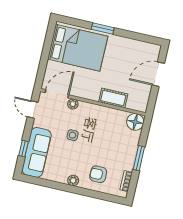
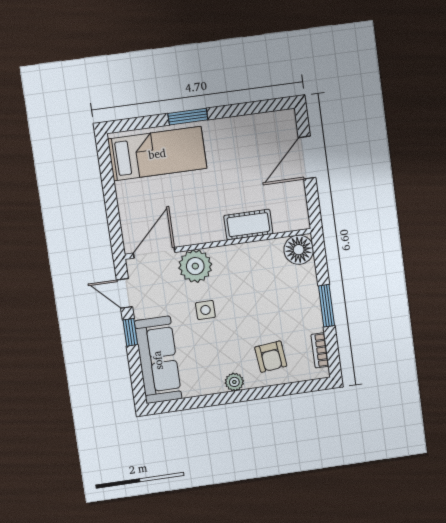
bed: (78, 48) -> (157, 154), width x0.67
plant: (73, 104) -> (195, 266), width x1.88, depth x1.88
window: (24, 149) -> (130, 332), moved
armchair: (98, 174) -> (271, 357), turned -96

